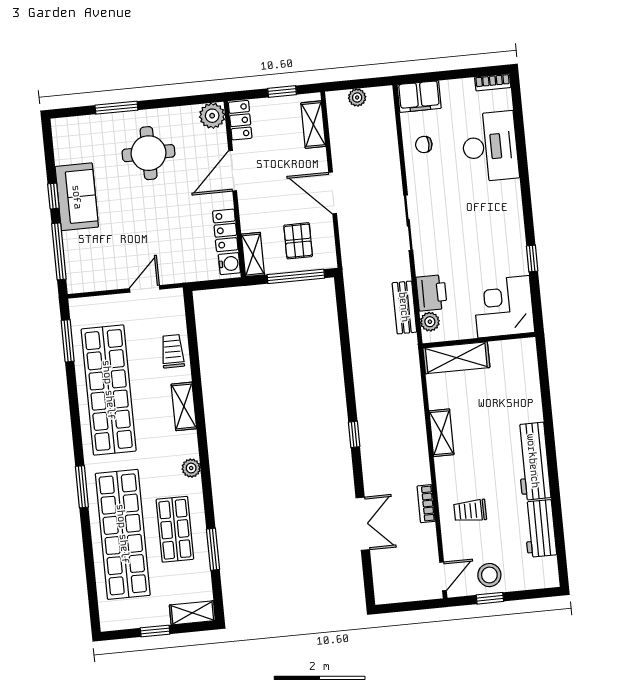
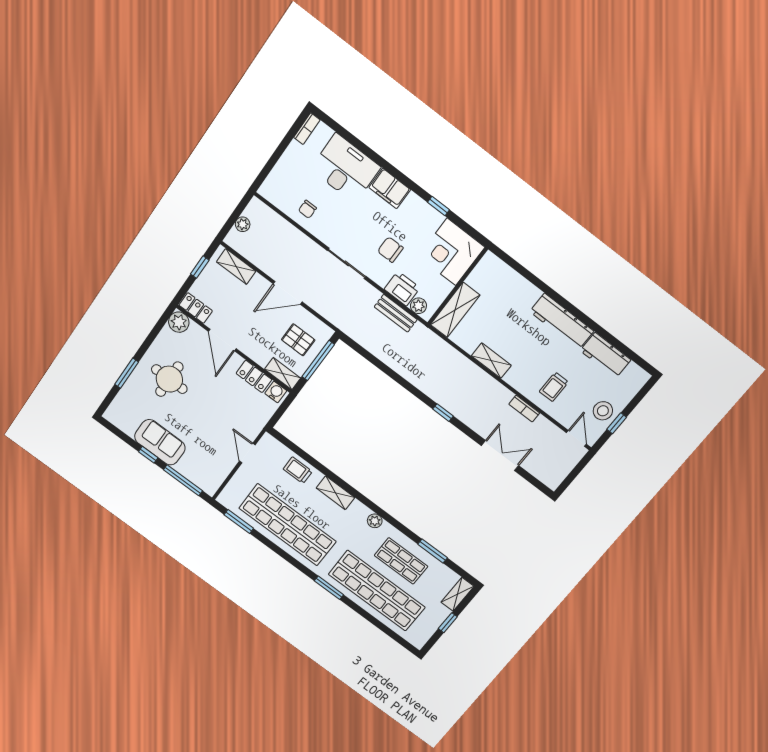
filing cabinet: (419, 96) -> (390, 189), moved, turned 90
chair: (456, 251) -> (390, 250), added

